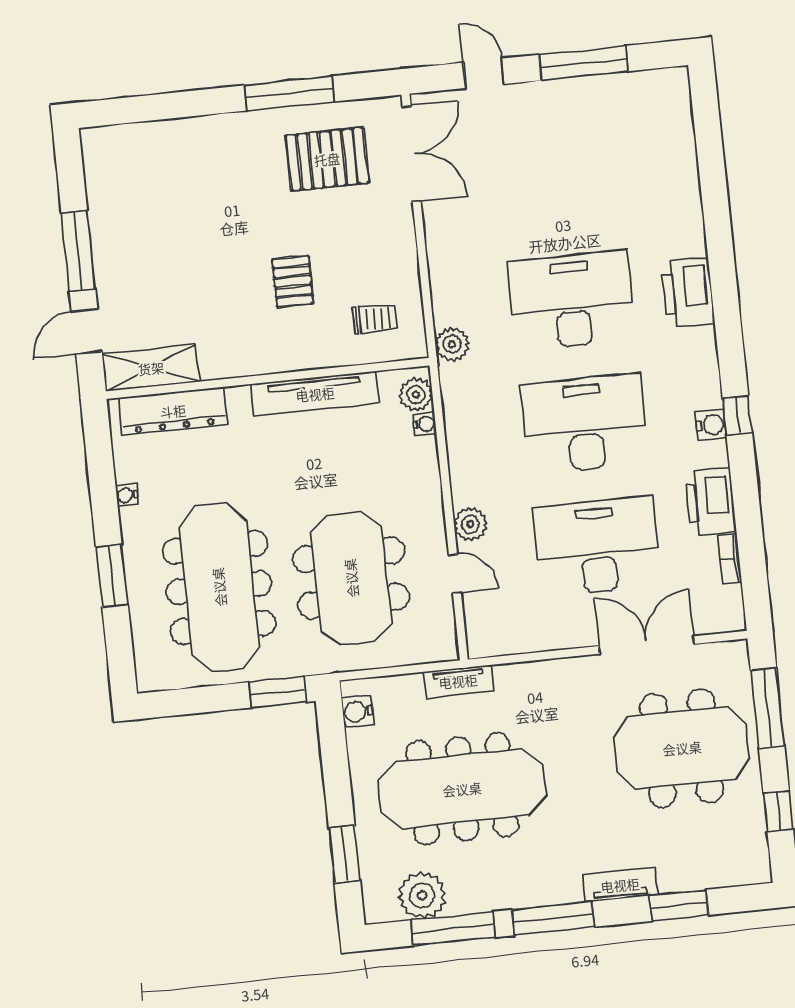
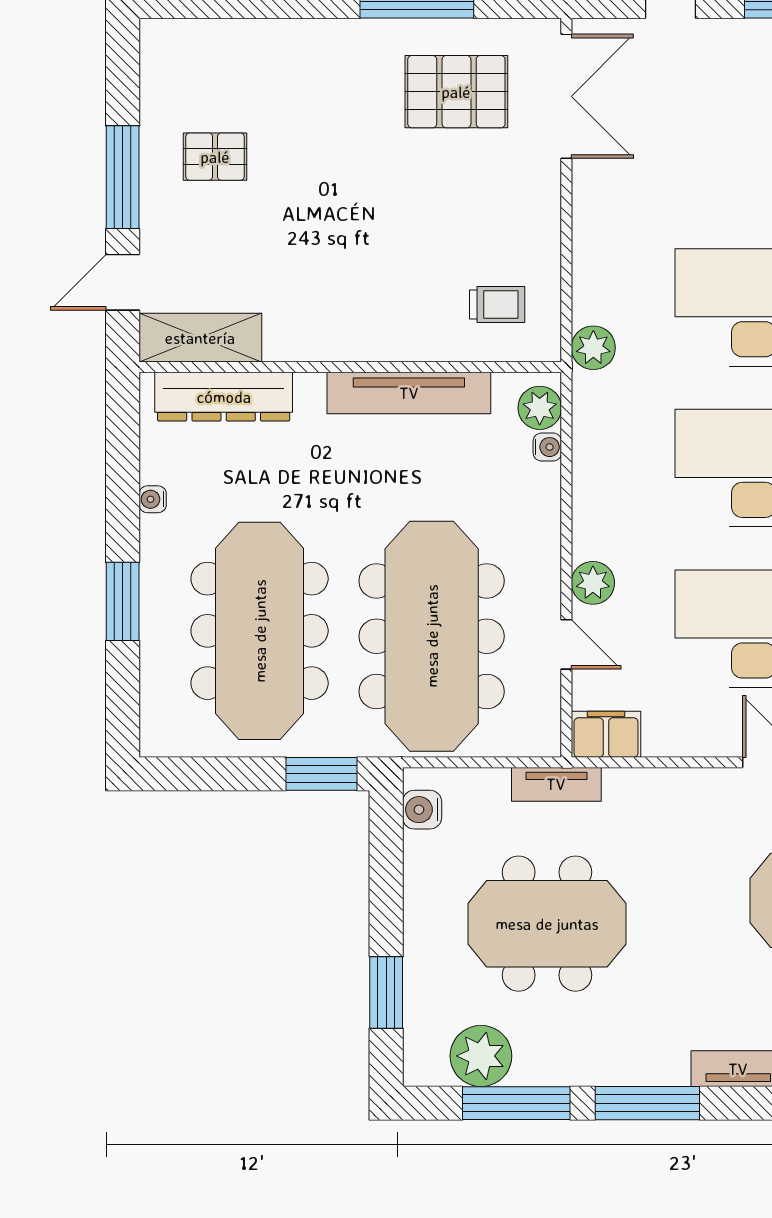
pallet: (293, 281) -> (215, 157), moved, turned 90
meeting table: (351, 578) -> (432, 636), width x1.36
filing cabinet: (492, 639) -> (606, 734), added
meeting table: (462, 789) -> (547, 924), width x0.73

